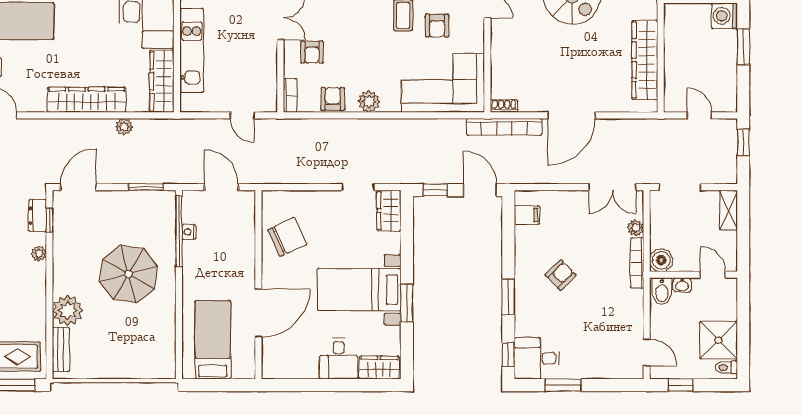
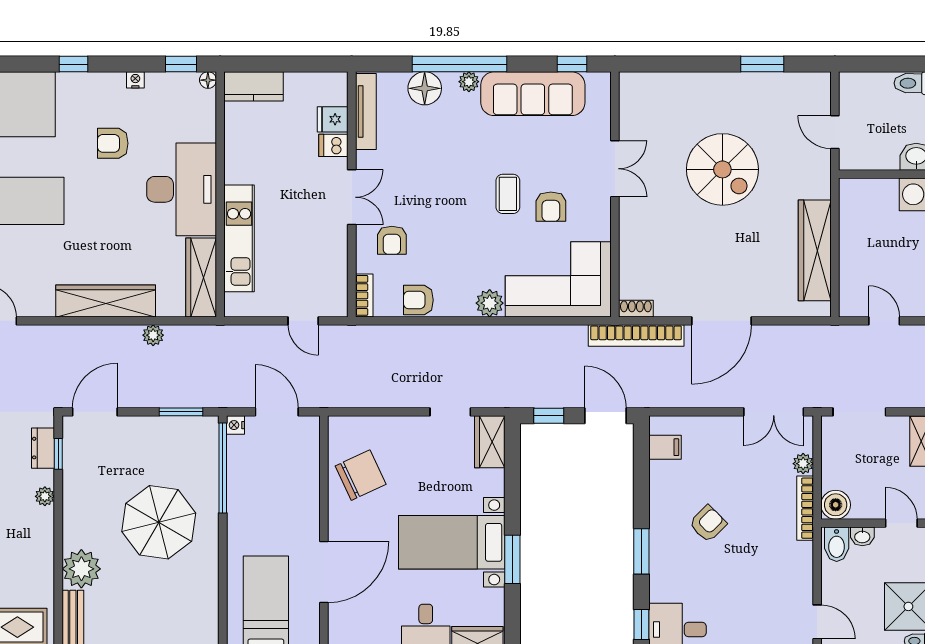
armchair: (333, 99) -> (418, 300), turned -90
plant: (369, 102) -> (490, 303), moved
nightstand: (189, 232) -> (235, 425), moved

